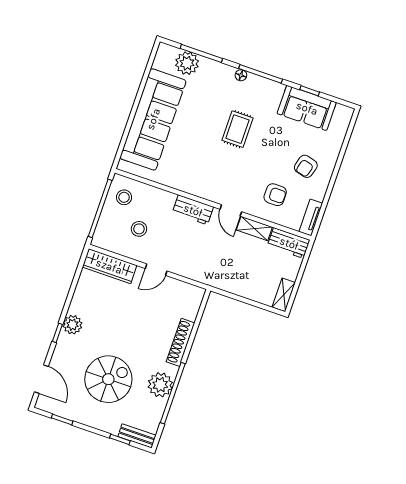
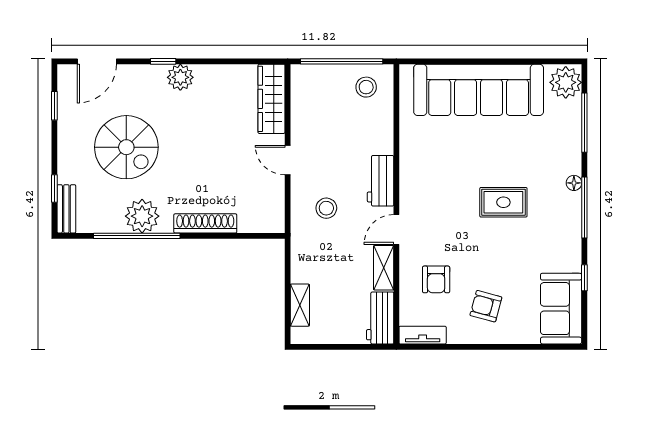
plant: (187, 63) -> (566, 82), moved
sofa: (307, 108) -> (561, 309), moved
stool: (139, 229) -> (326, 208), moved
shelving: (284, 295) -> (300, 305), moved, turned 90

